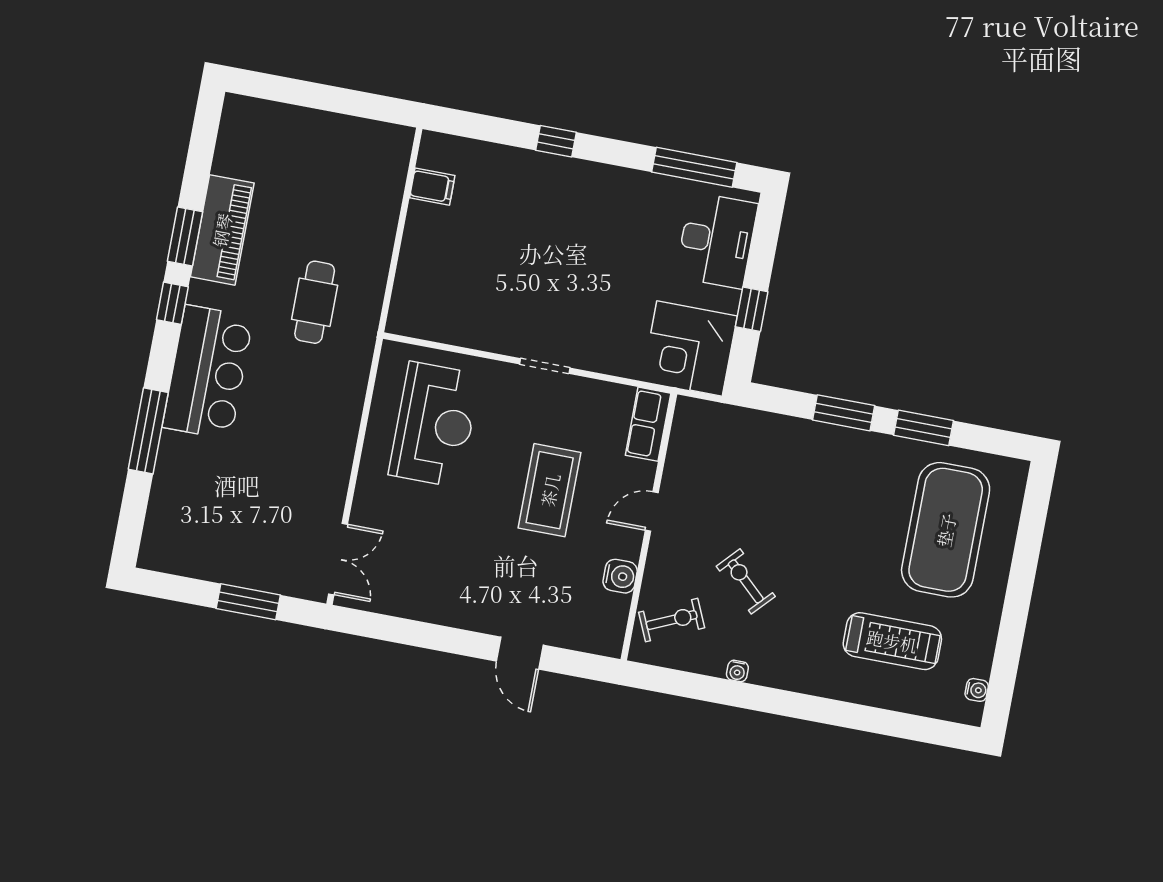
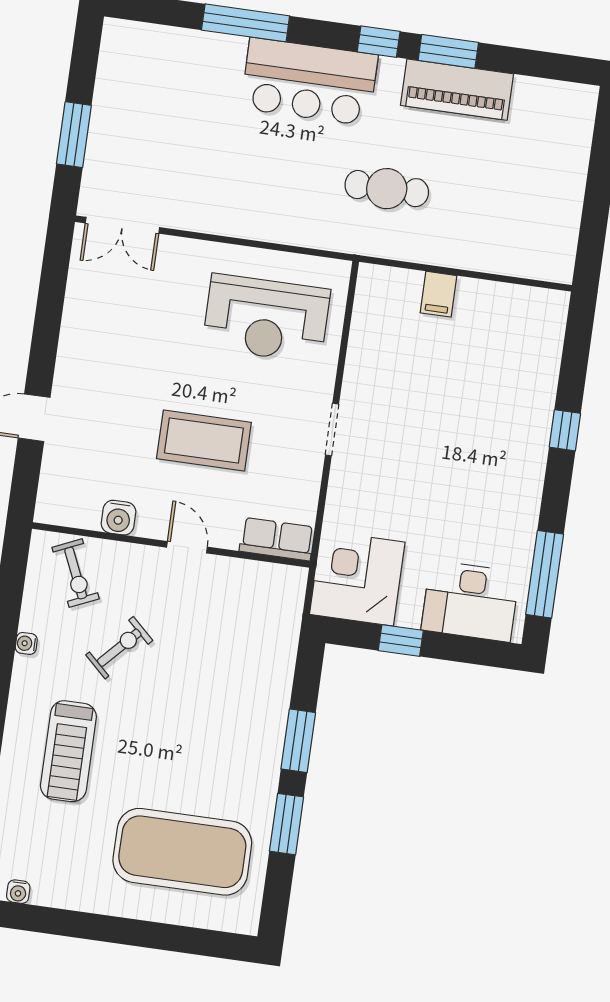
filing cabinet: (432, 187) -> (438, 294), moved
treadmill: (892, 641) -> (68, 751), moved

